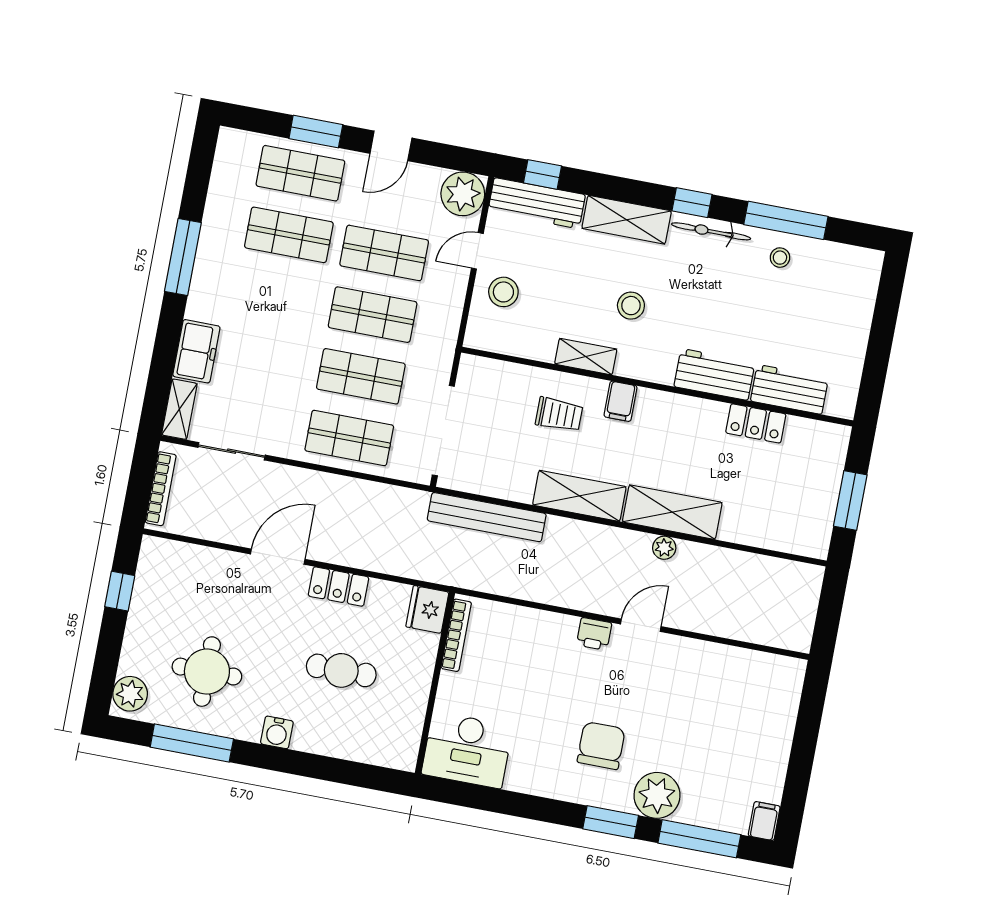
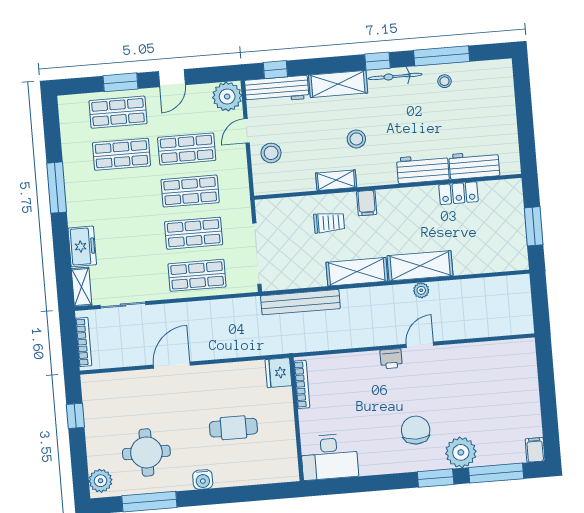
locker: (338, 586) -> (217, 374), removed

